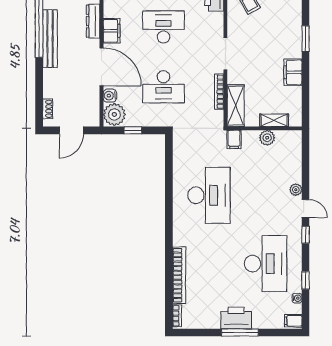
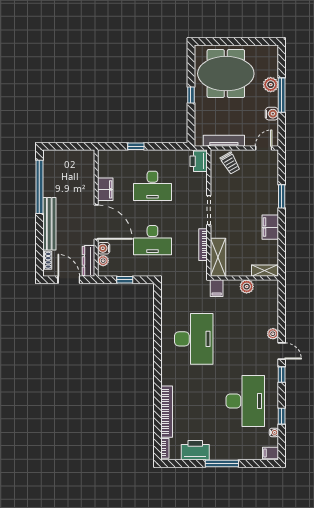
dresser: (93, 21) -> (88, 261), moved
desk: (163, 27) -> (152, 186), turned 180
bench: (50, 39) -> (49, 224), moved
plant: (114, 114) -> (103, 261), width x0.53, depth x0.53
shelving: (274, 120) -> (264, 271), moved
door: (71, 130) -> (69, 280), swing flipped
printer: (236, 318) -> (195, 450), moved

